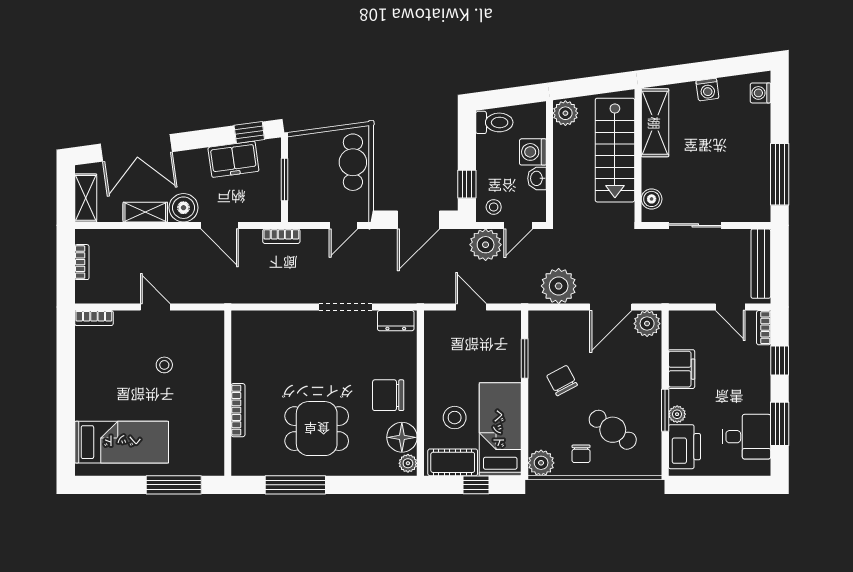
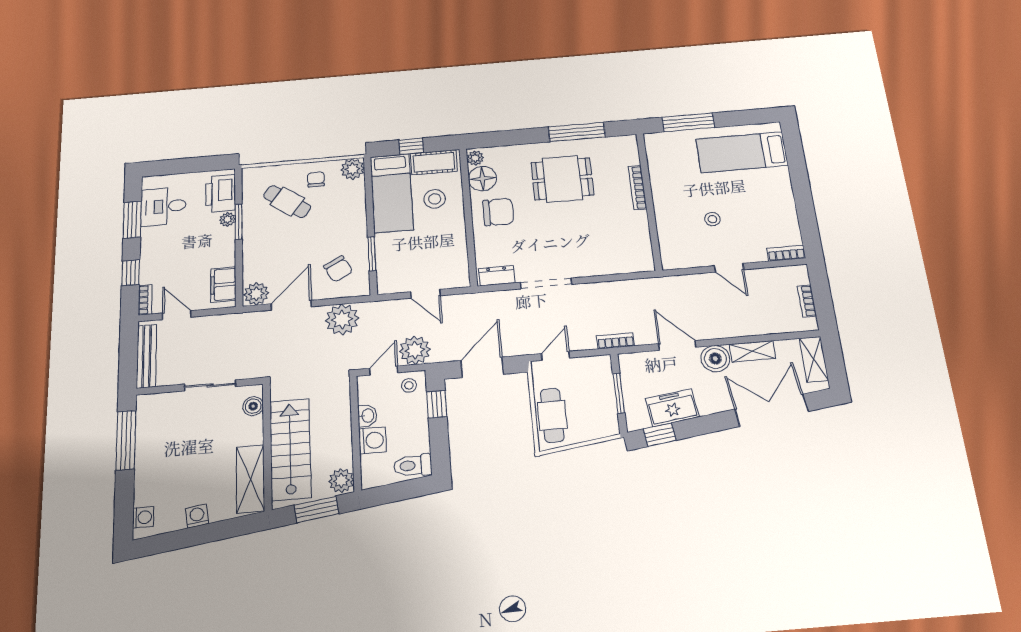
window: (591, 86) -> (317, 509), added
filing cabinet: (682, 369) -> (223, 285), moved
chair: (562, 381) -> (338, 269), moved

